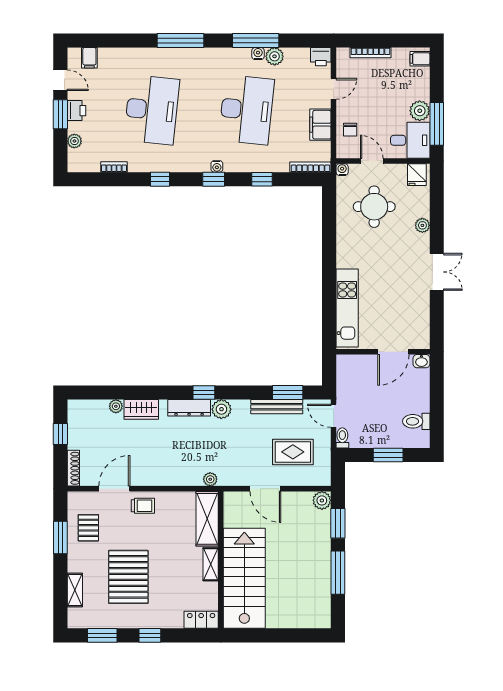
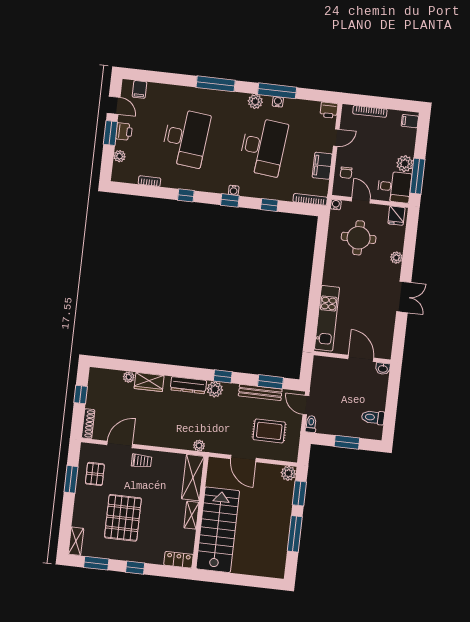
plant: (275, 56) -> (255, 102), moved
door: (393, 352) -> (361, 358), swing flipped
window: (204, 393) -> (223, 376), moved
shelving: (75, 590) -> (76, 541), moved

